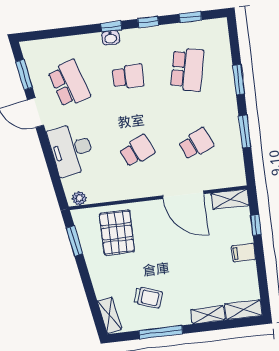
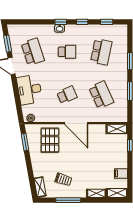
school desk: (196, 144) -> (101, 95), width x1.85
door: (183, 195) -> (76, 123), moved
filing cabinet: (244, 253) -> (121, 173), moved

